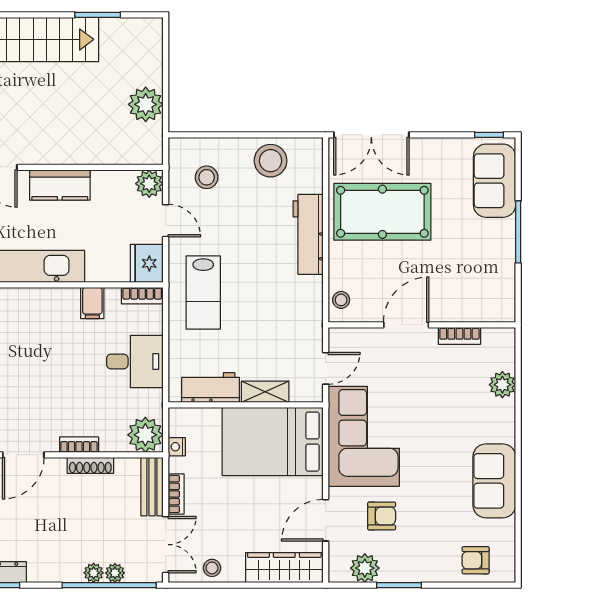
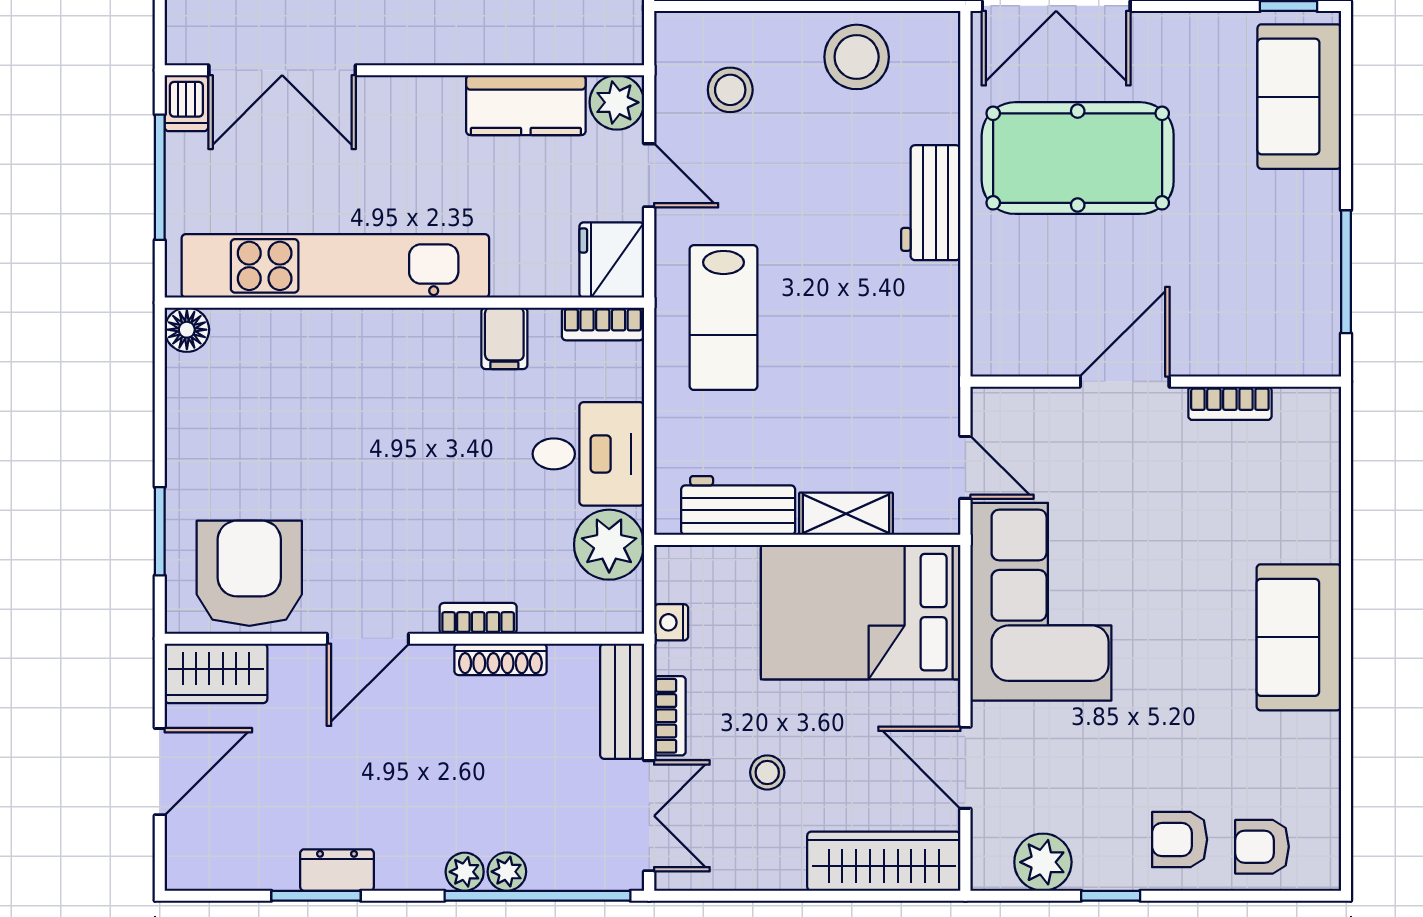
kitchen counter: (60, 185) -> (526, 105), moved
window: (518, 232) -> (1346, 272), moved
workbench: (308, 234) -> (931, 203), width x0.73
stool: (341, 300) -> (996, 332), removed
door: (326, 368) -> (965, 467), hinge flipped
plant: (502, 385) -> (1315, 500), removed
plant: (145, 435) -> (609, 545), moved
sofa: (494, 481) -> (1299, 637), moved
armchair: (382, 516) -> (1180, 840), moved, turned 180
door: (326, 520) -> (965, 768), hinge flipped
stool: (212, 568) -> (767, 772), moved
plant: (115, 573) -> (465, 872), moved
window: (399, 585) -> (1111, 896), width x0.67

